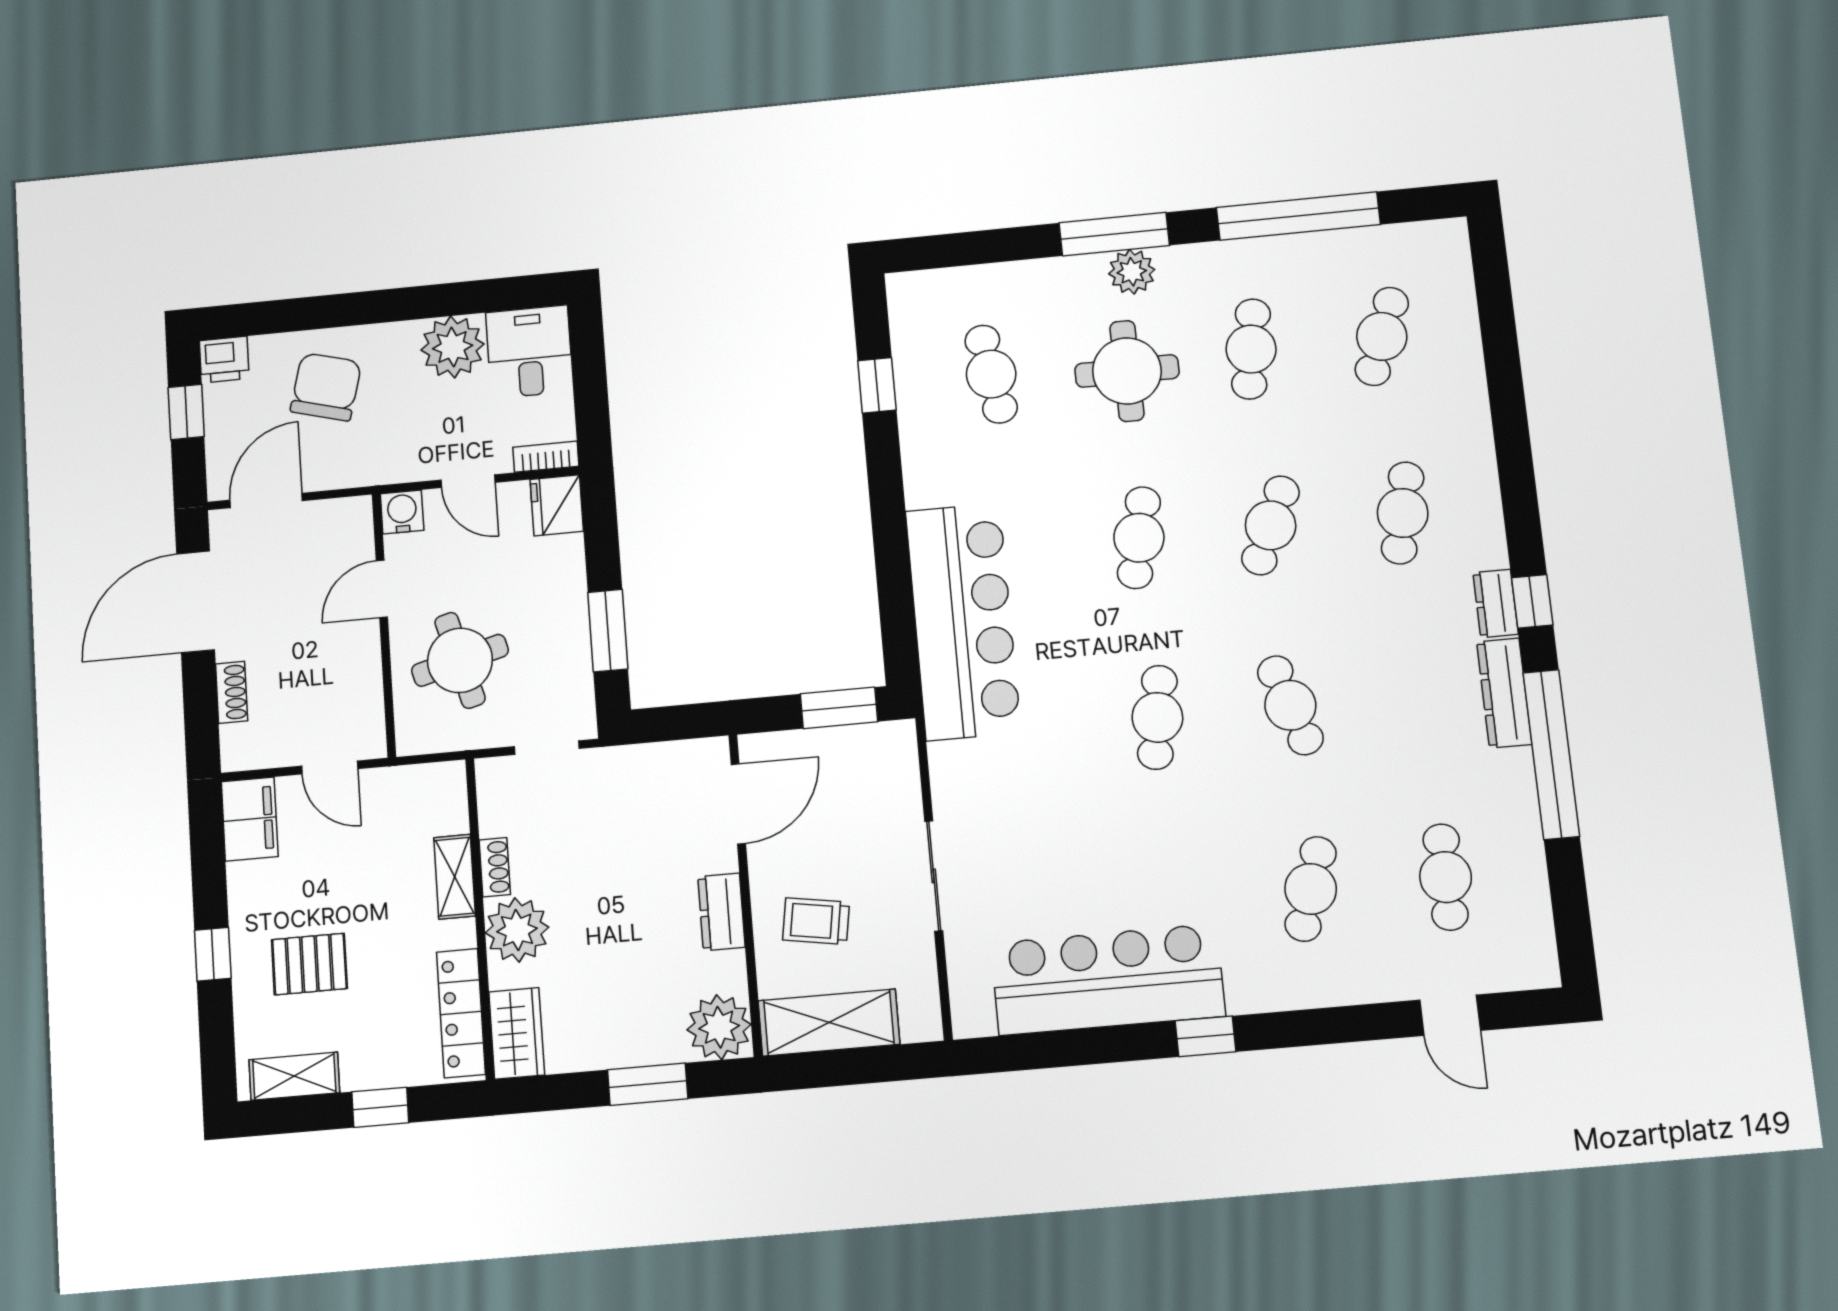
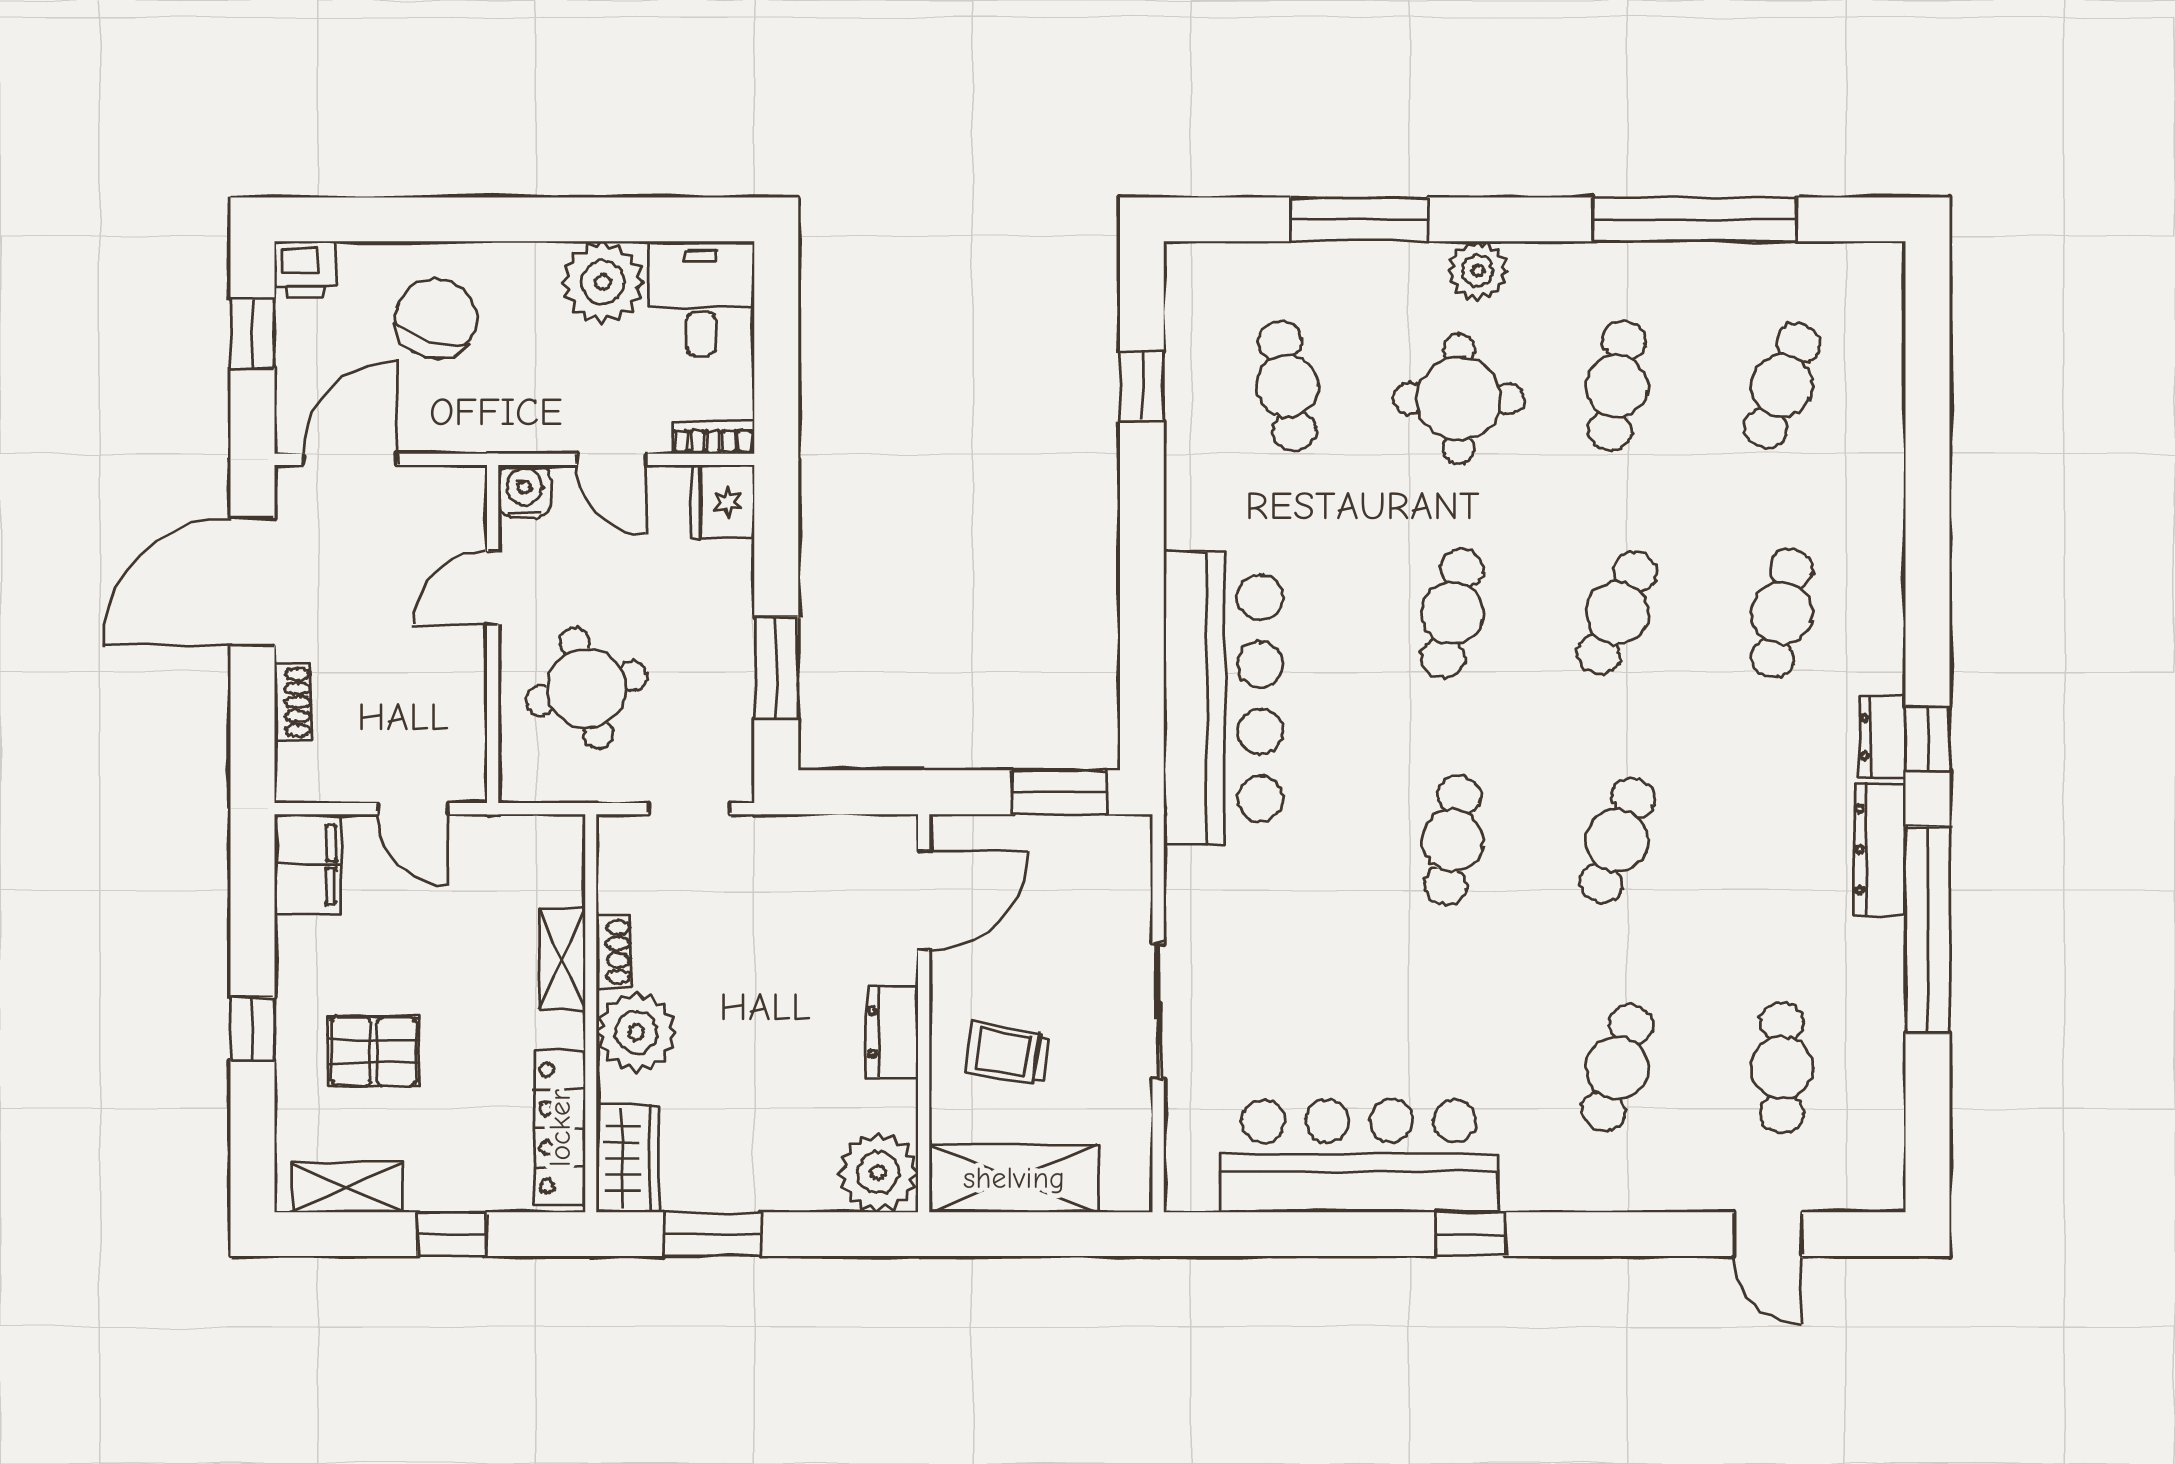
window: (1114, 234) -> (1359, 219), moved
cafe table: (1290, 705) -> (1617, 840), turned 39
window: (648, 1084) -> (713, 1234), moved

